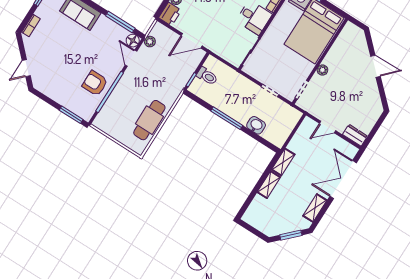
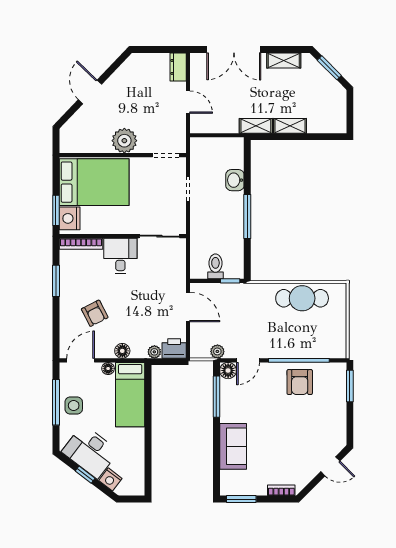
plant: (322, 70) -> (124, 141), width x1.88, depth x1.88

